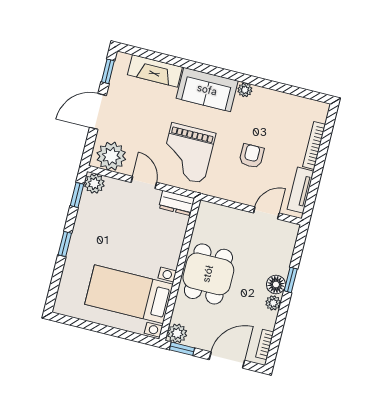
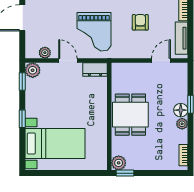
plant: (111, 156) -> (45, 53), width x0.53, depth x0.53
bed with nightstands: (129, 294) -> (55, 143), moved, turned 180
door: (227, 360) -> (159, 173), removed

